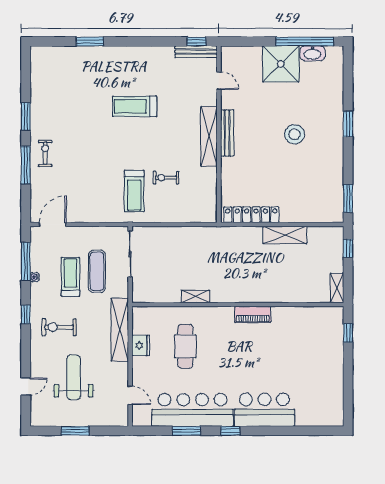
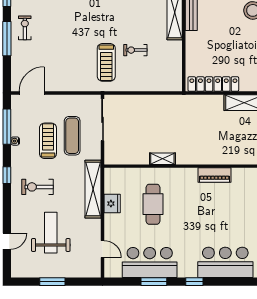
bar counter: (193, 410) -> (150, 262), width x0.73

